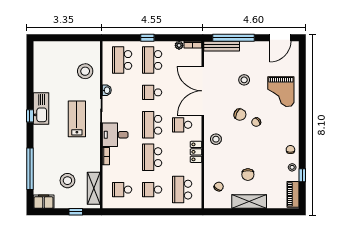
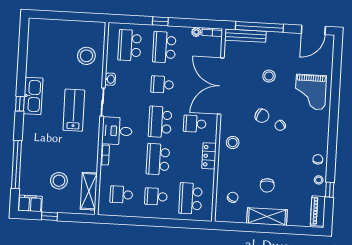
window: (76, 212) -> (49, 216), moved

